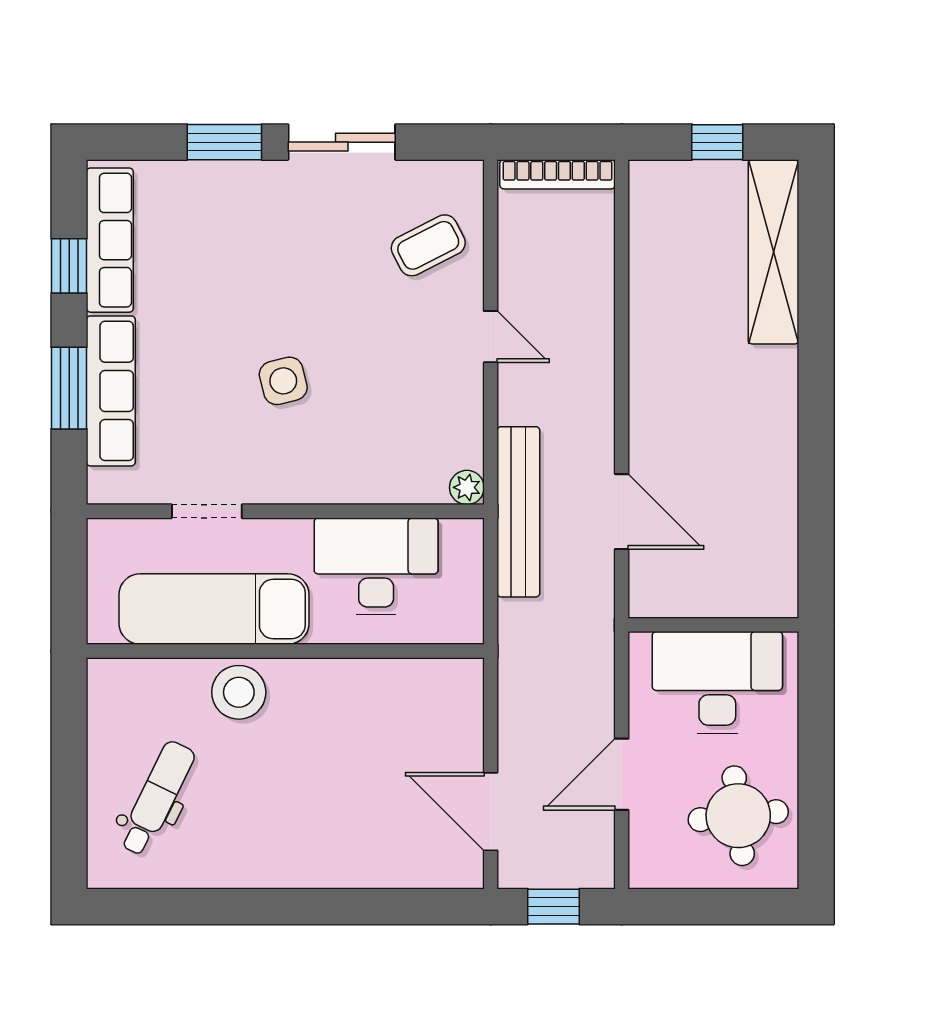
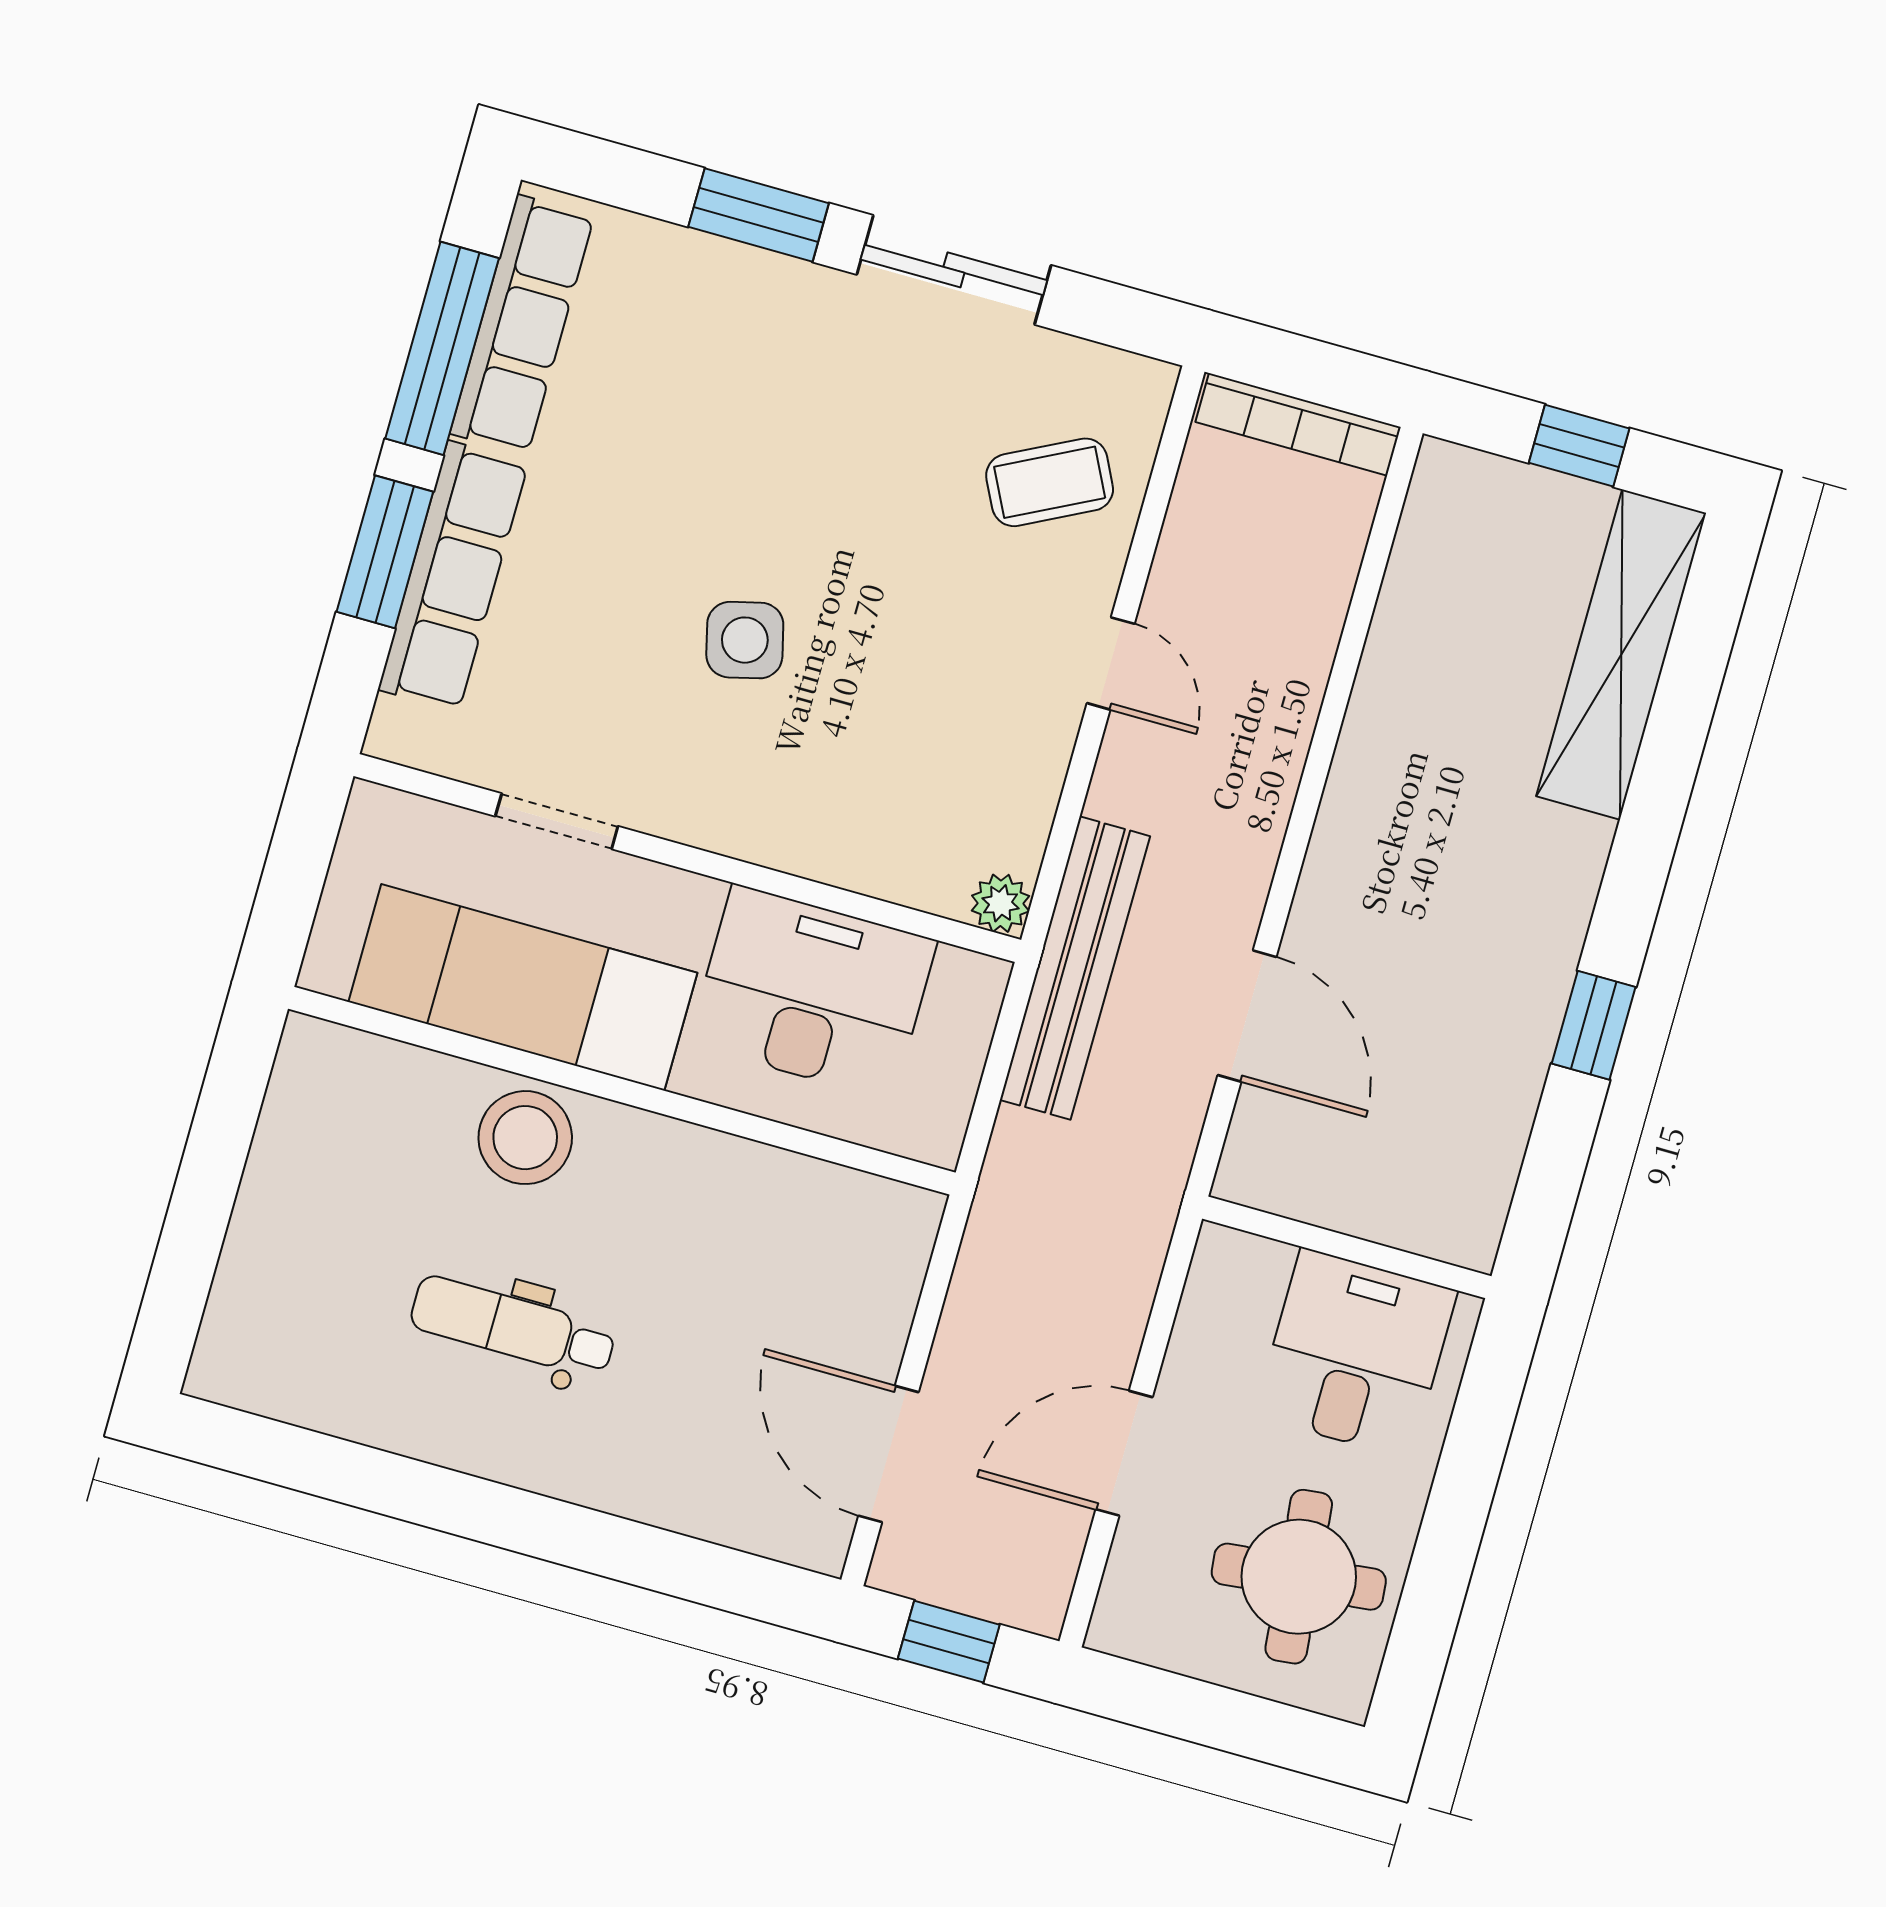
window: (69, 266) -> (442, 348), width x2.17
window: (816, 462) -> (1594, 1025), added
desk: (717, 682) -> (1356, 1353), width x0.73
dental chair: (157, 798) -> (513, 1327), moved, turned -116

